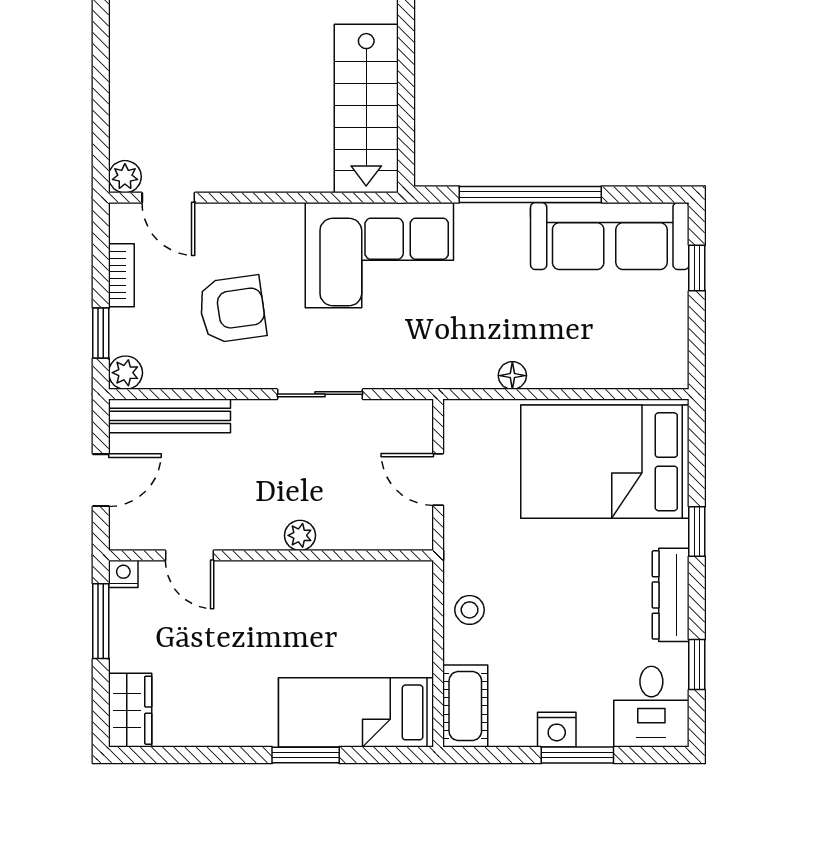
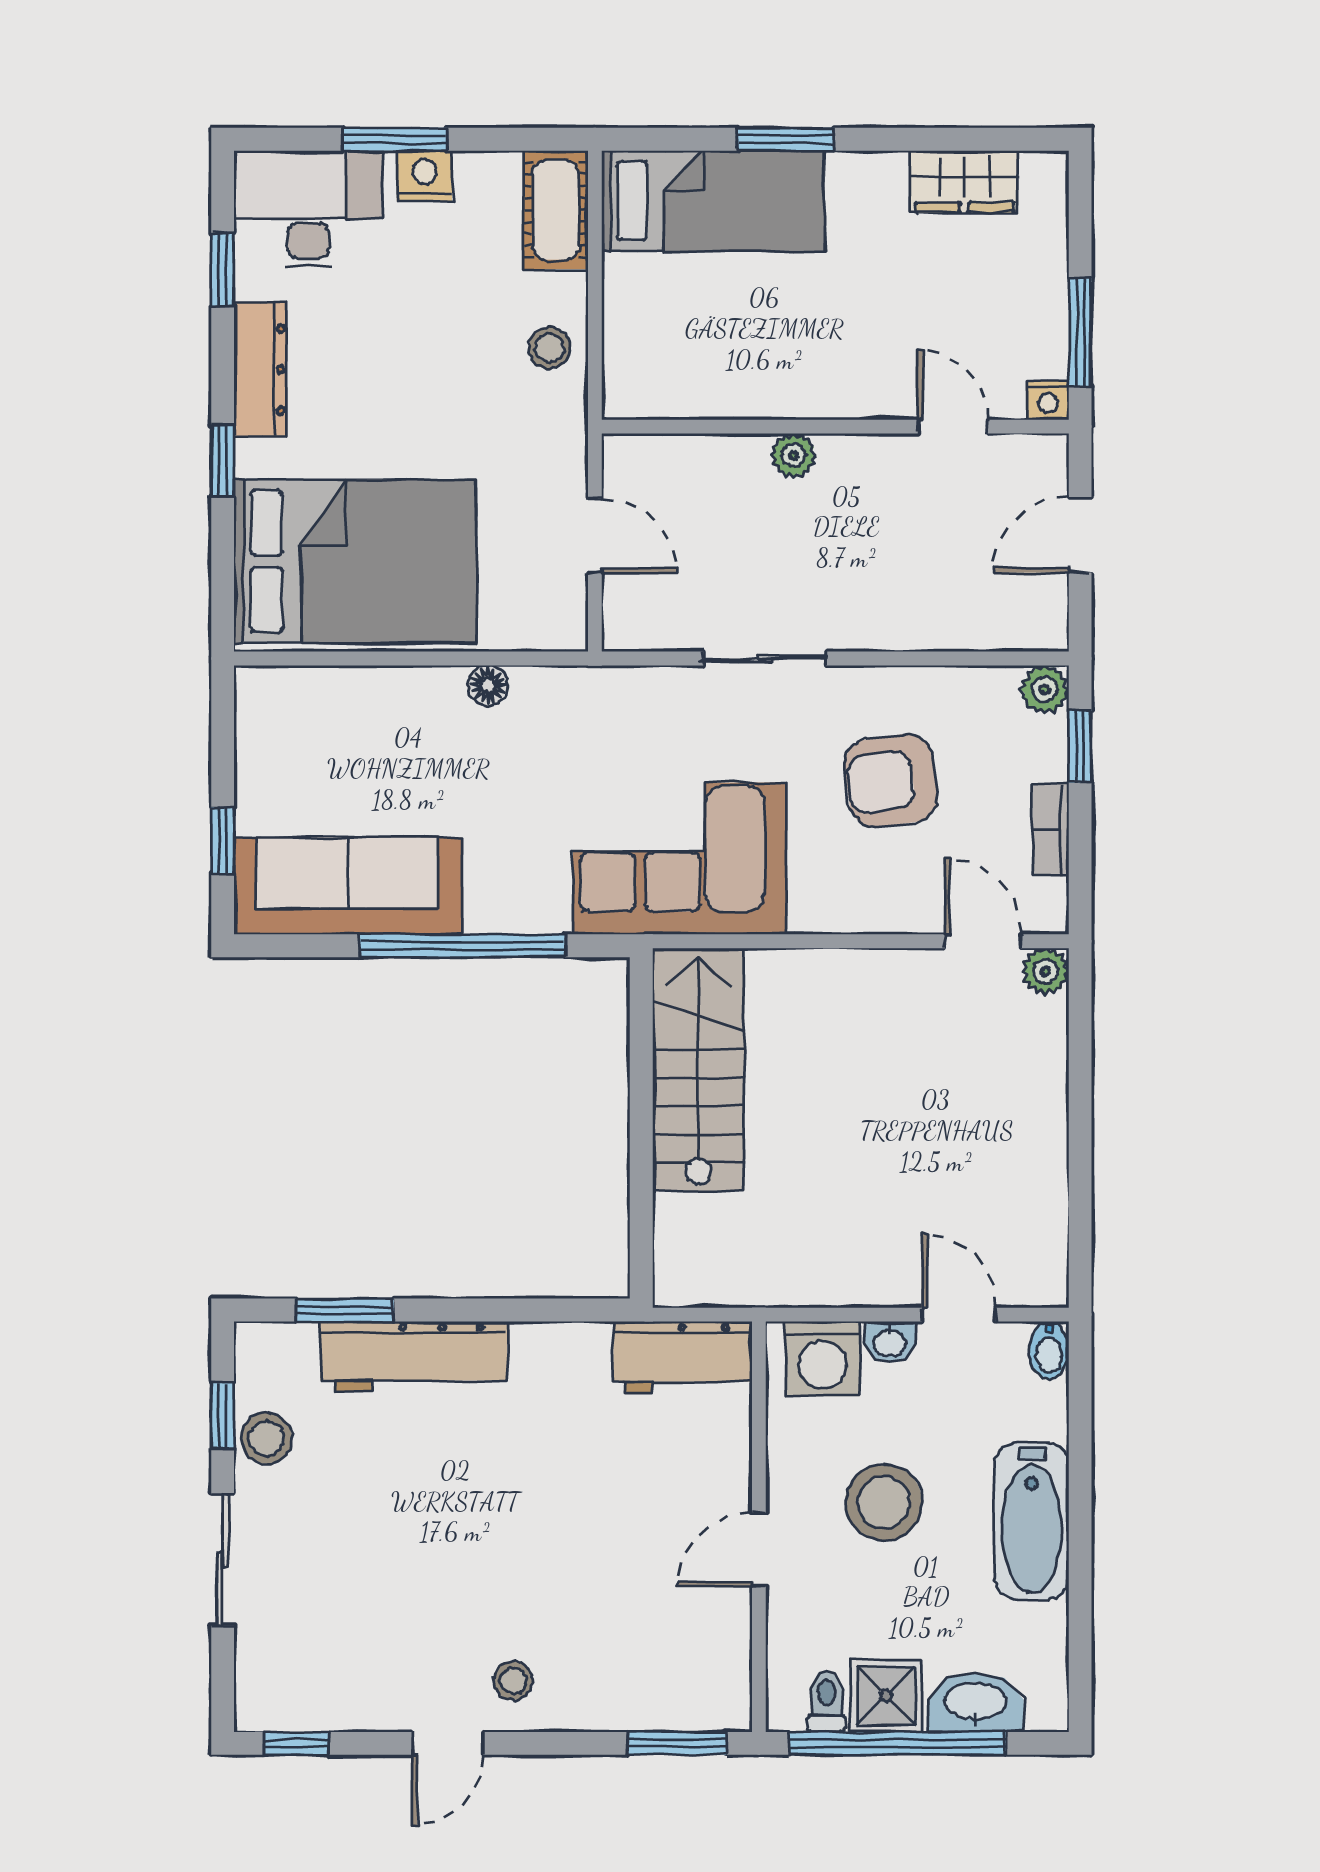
bench: (170, 416) -> (981, 627), removed
desk: (651, 707) -> (308, 209), width x1.37
wardrobe: (130, 710) -> (965, 181), moved, turned -90

